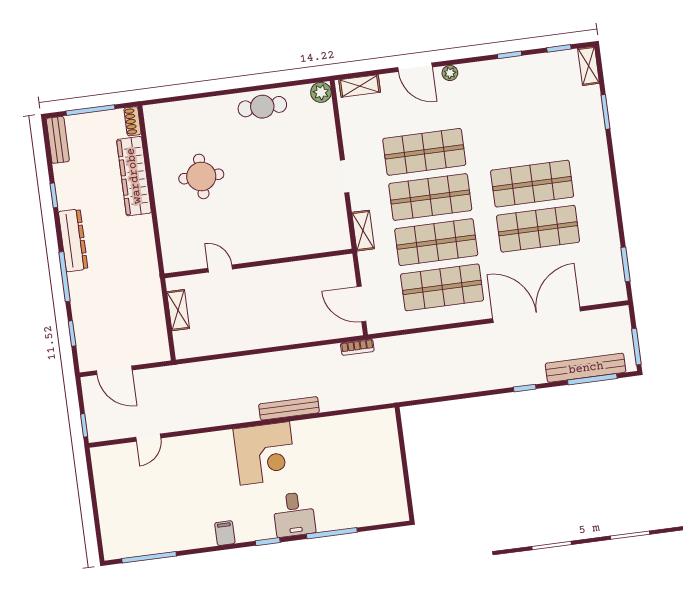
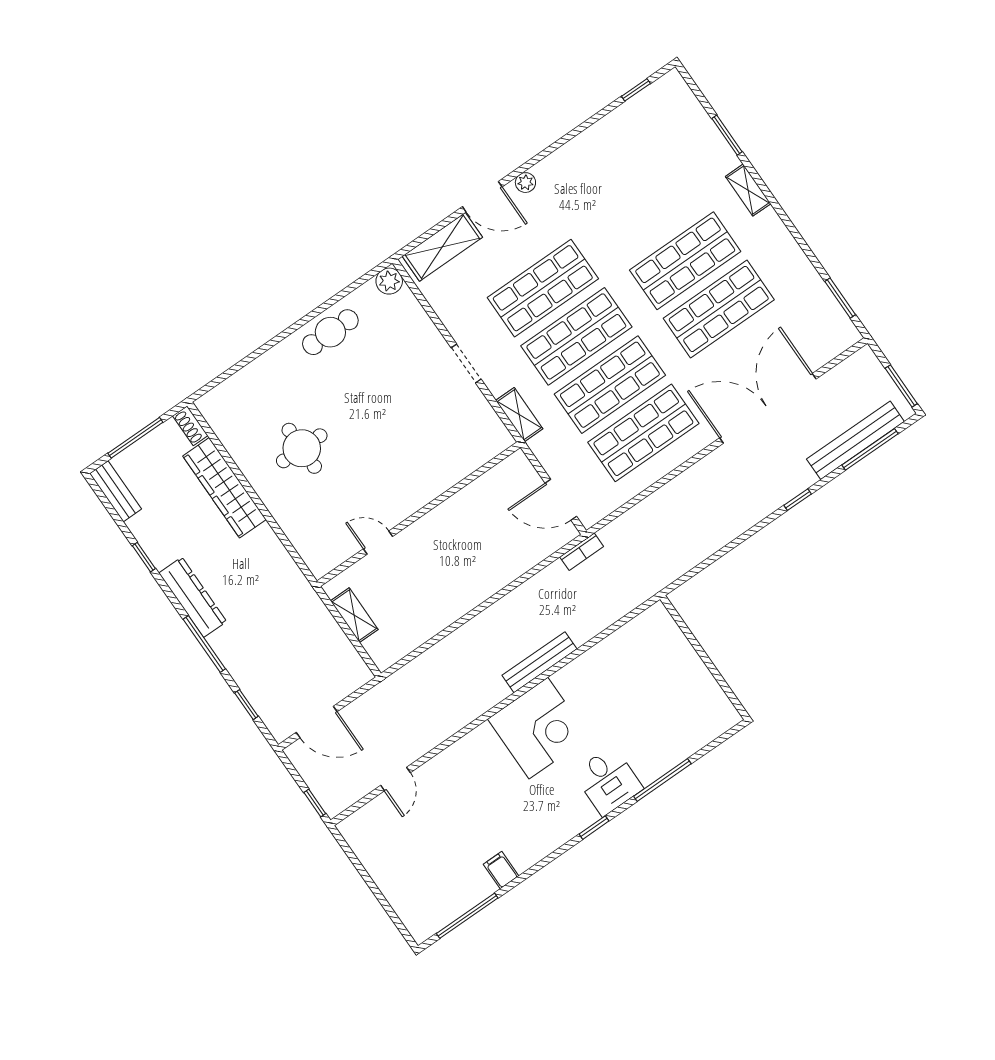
window: (510, 55) -> (583, 127), removed
shelving: (589, 66) -> (748, 190), moved
shelving: (360, 86) -> (442, 247), width x1.50, depth x1.33
filing cabinet: (225, 533) -> (501, 870), moved

